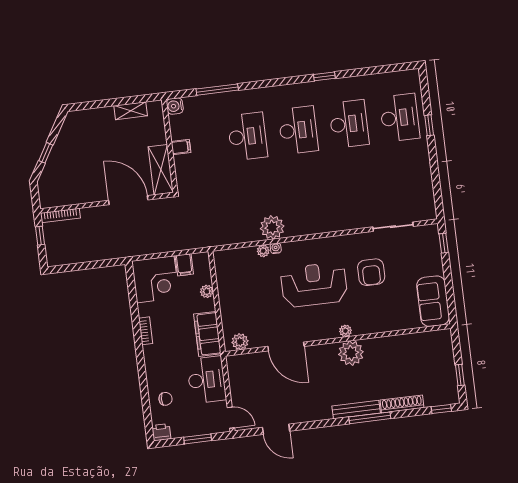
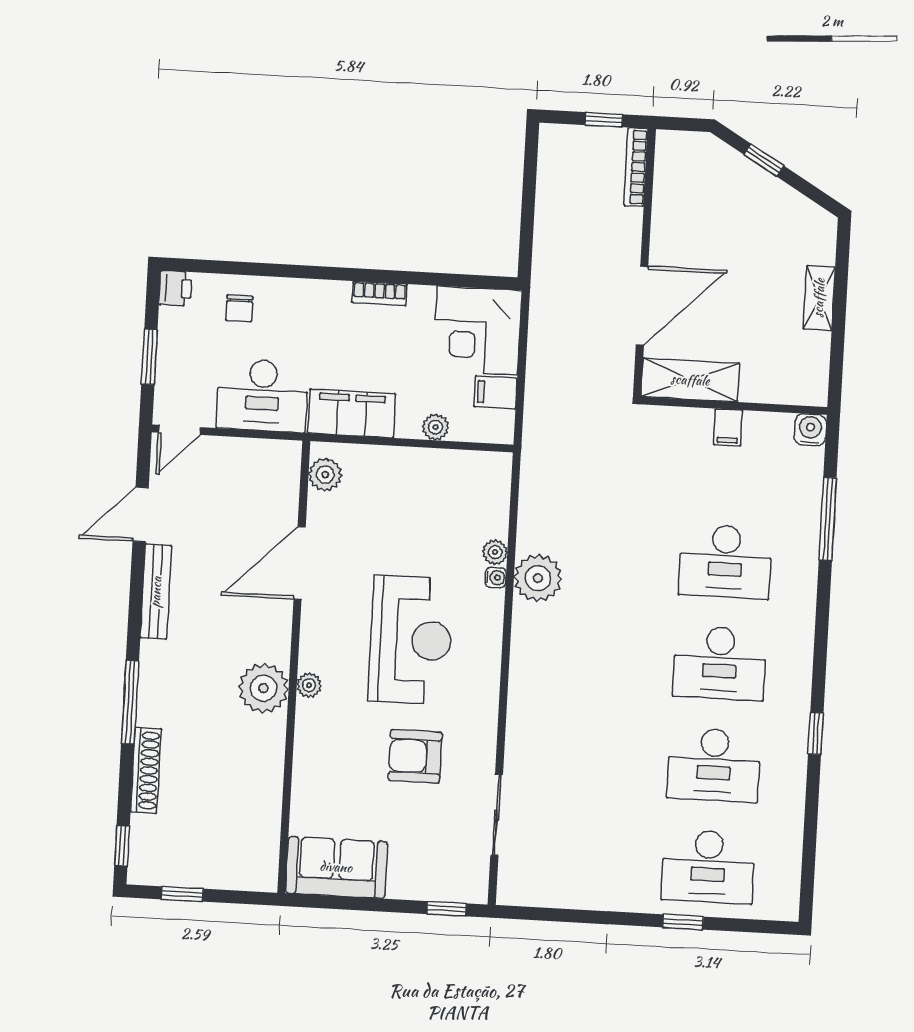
shelving: (131, 111) -> (819, 298), moved
bench: (356, 410) -> (156, 592), moved

